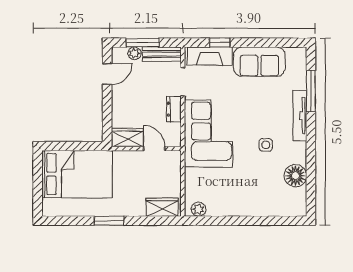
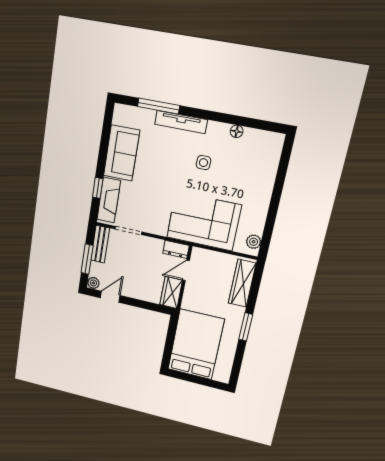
plant: (134, 53) -> (93, 283), moved
door: (107, 74) -> (110, 297), hinge flipped
dresser: (174, 109) -> (176, 249), moved
corner sofa: (208, 134) -> (204, 221), moved
floor lamp: (295, 176) -> (237, 131), width x0.53, depth x0.53
wardrobe: (162, 207) -> (242, 283), width x1.50

